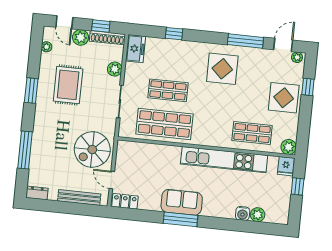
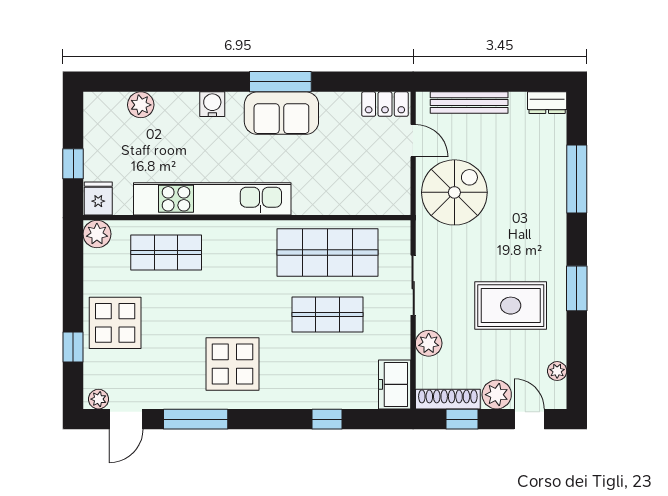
rug: (68, 85) -> (511, 306), turned 90
water cooler: (243, 213) -> (212, 104), moved

